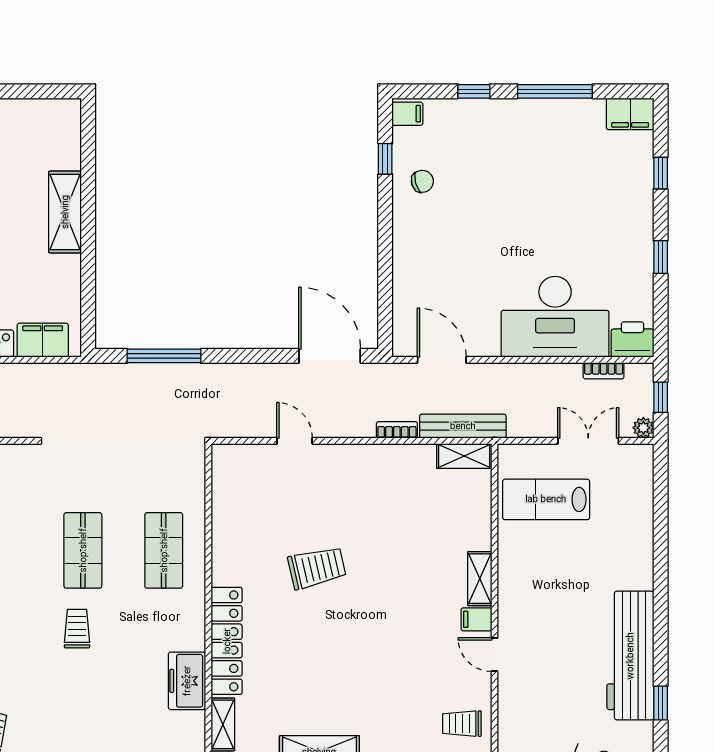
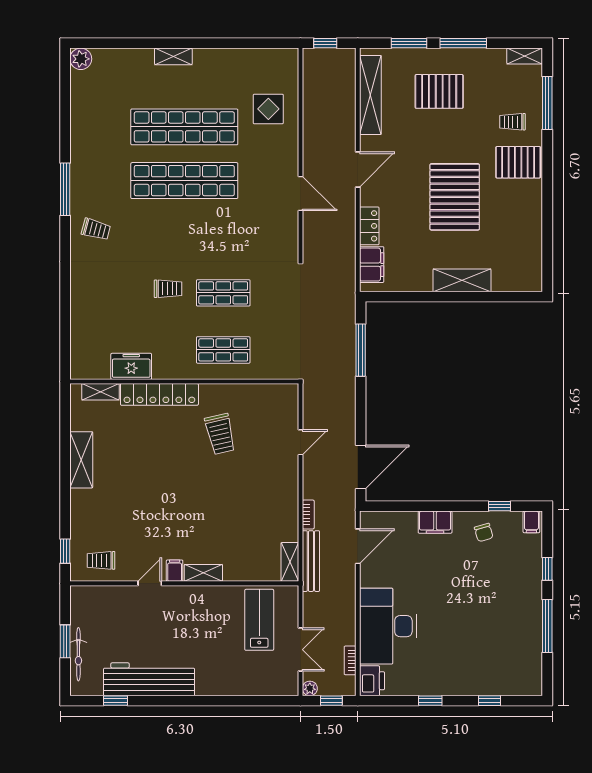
filing cabinet: (630, 114) -> (435, 522), moved, turned -90
trolley: (317, 568) -> (220, 434), moved
trolley: (462, 724) -> (101, 560), turned -90

